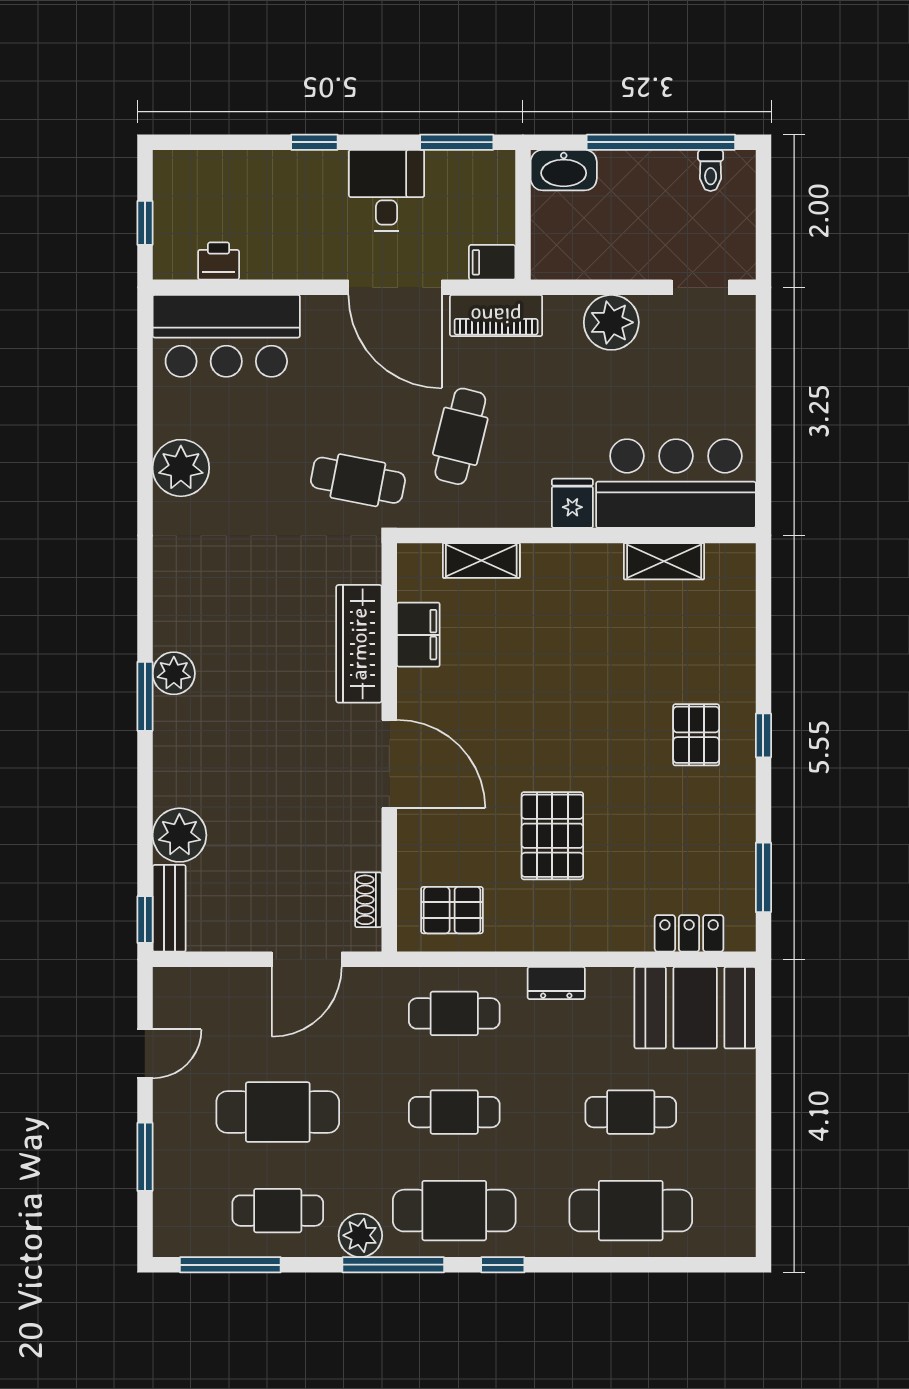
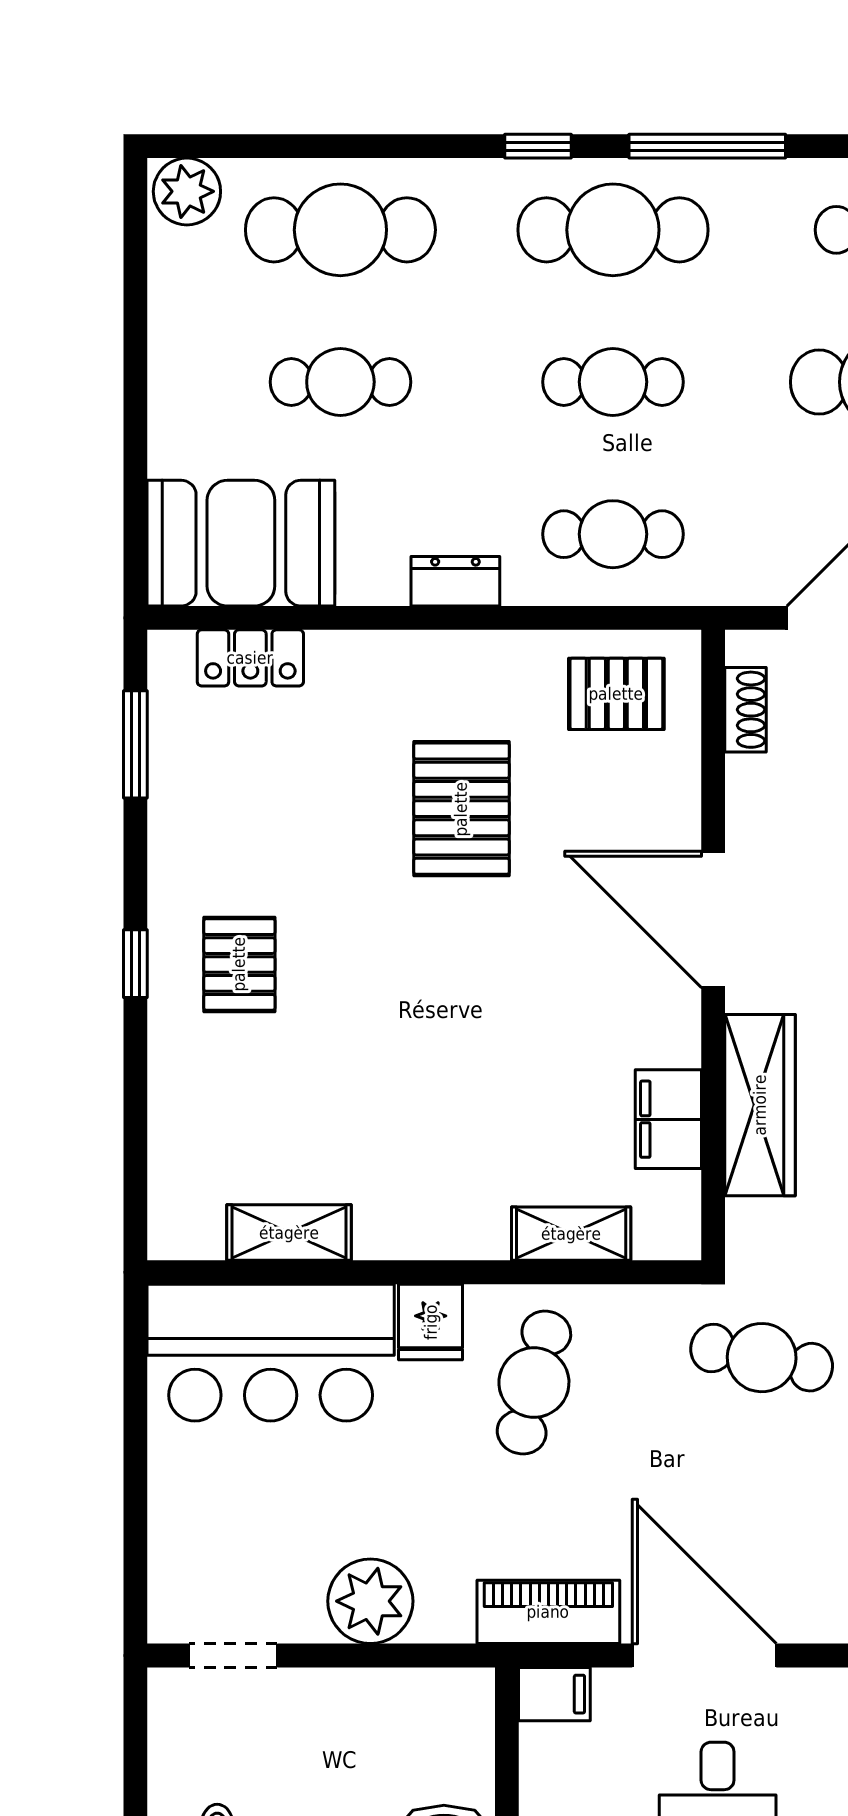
cafe table: (460, 436) -> (534, 1383), moved
plant: (360, 1235) -> (187, 191), moved

